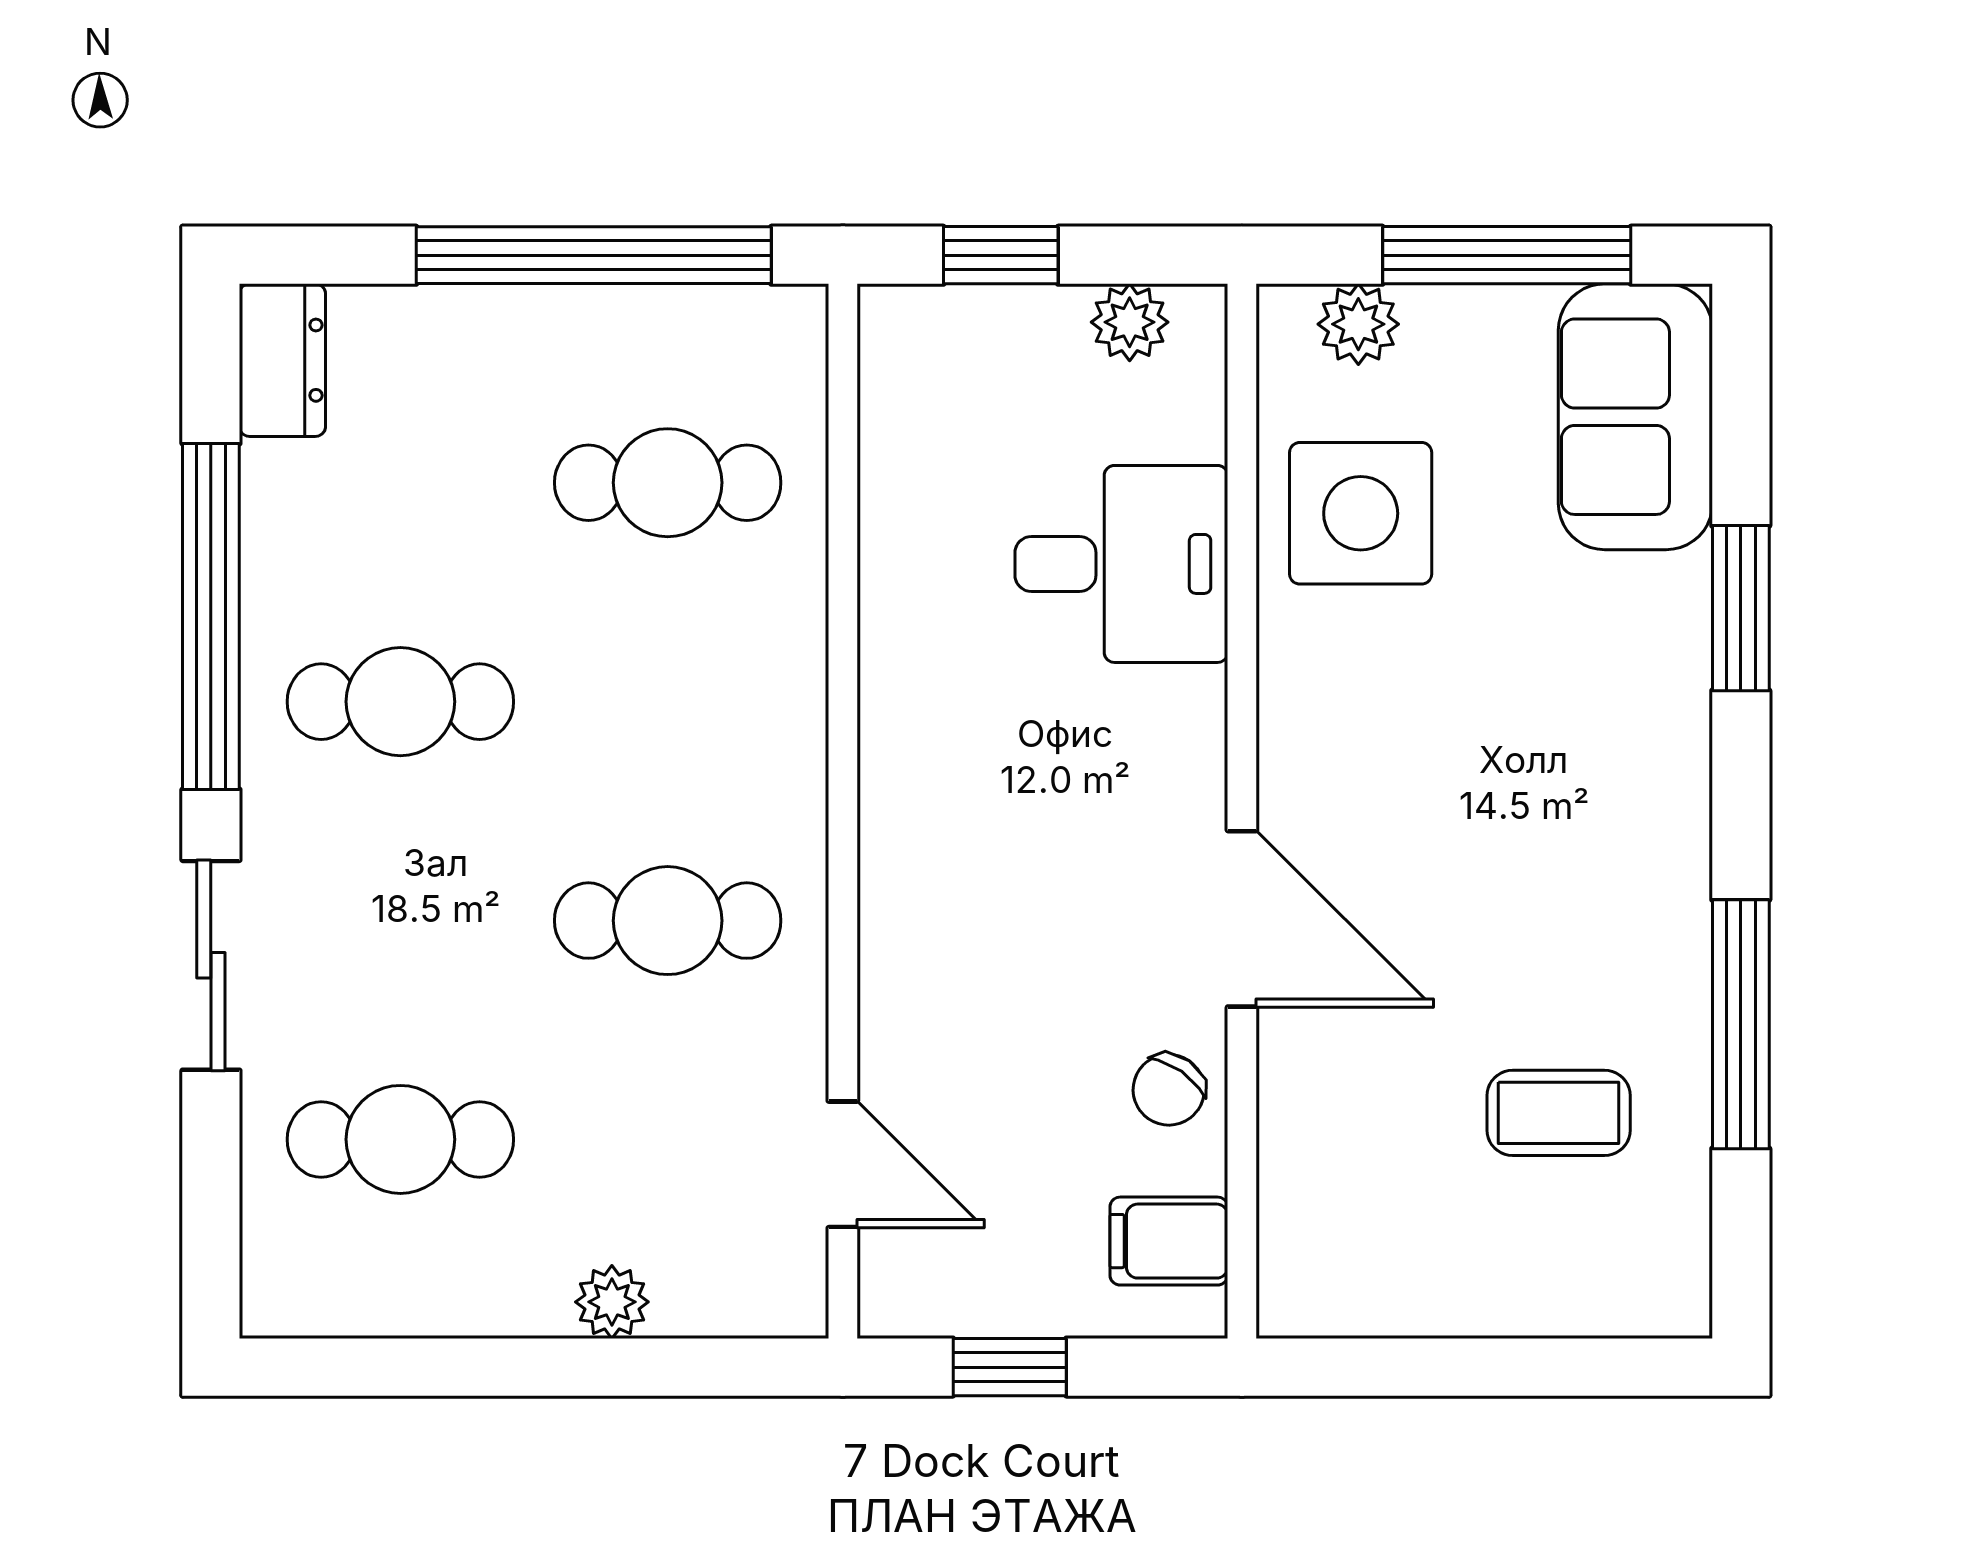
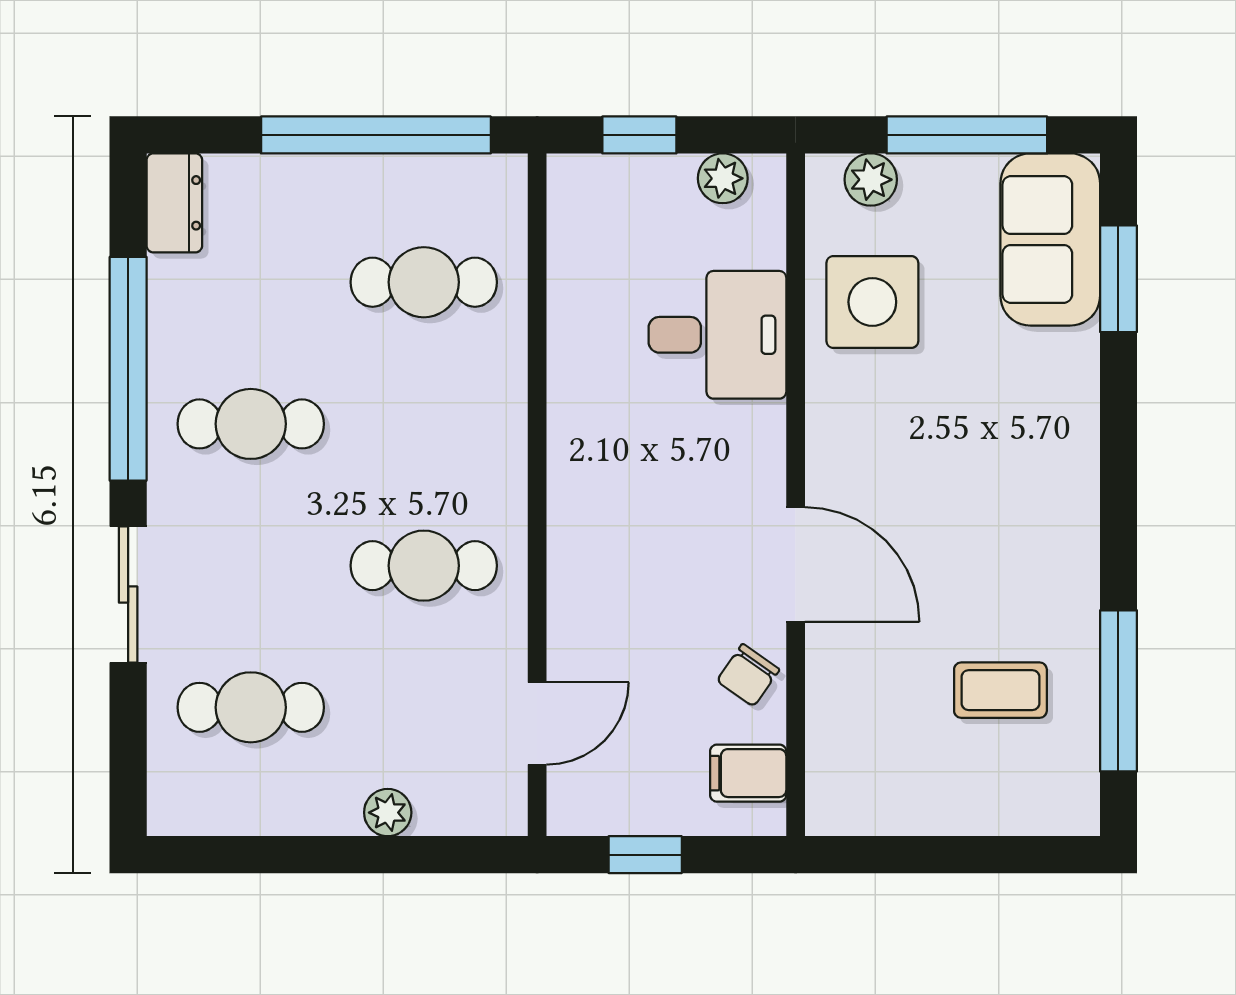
window: (1741, 608) -> (1118, 279), moved
window: (1741, 1024) -> (1118, 691), moved
door: (843, 1164) -> (537, 723), hinge flipped

